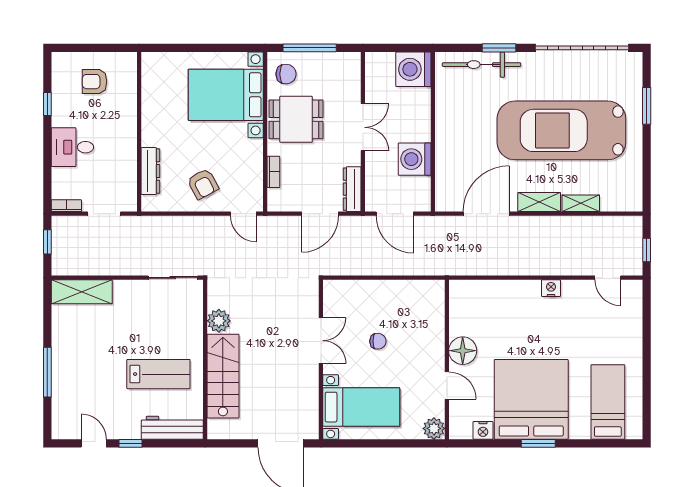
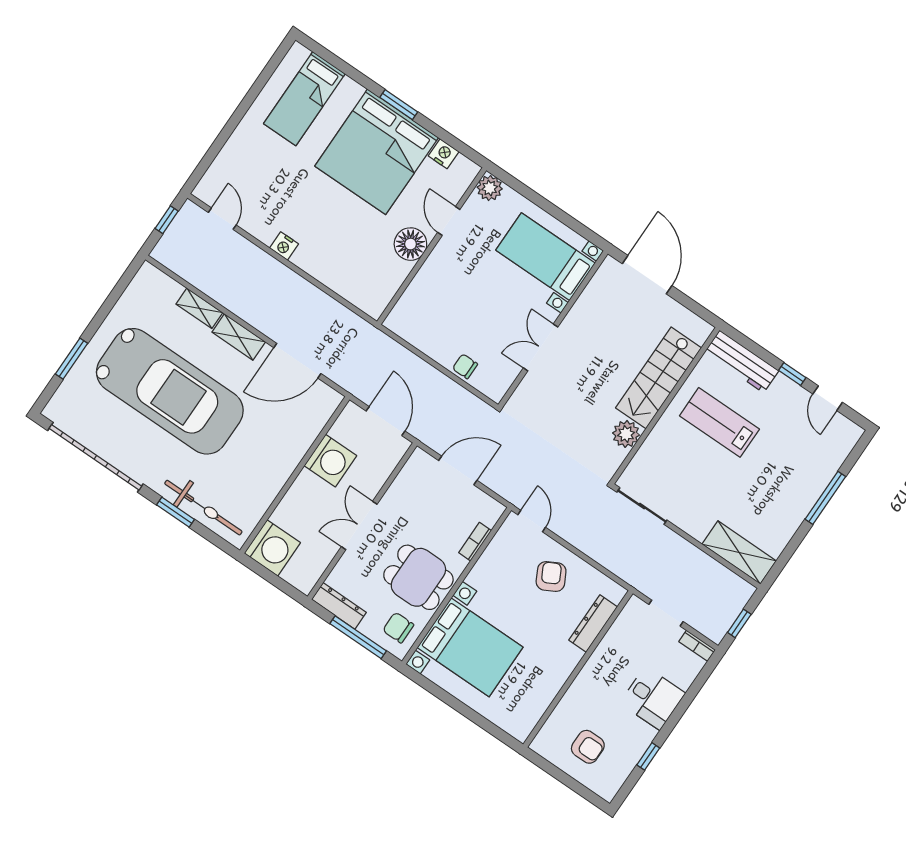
dresser: (352, 189) -> (339, 606), moved, turned -90
chair: (378, 341) -> (465, 366), moved

